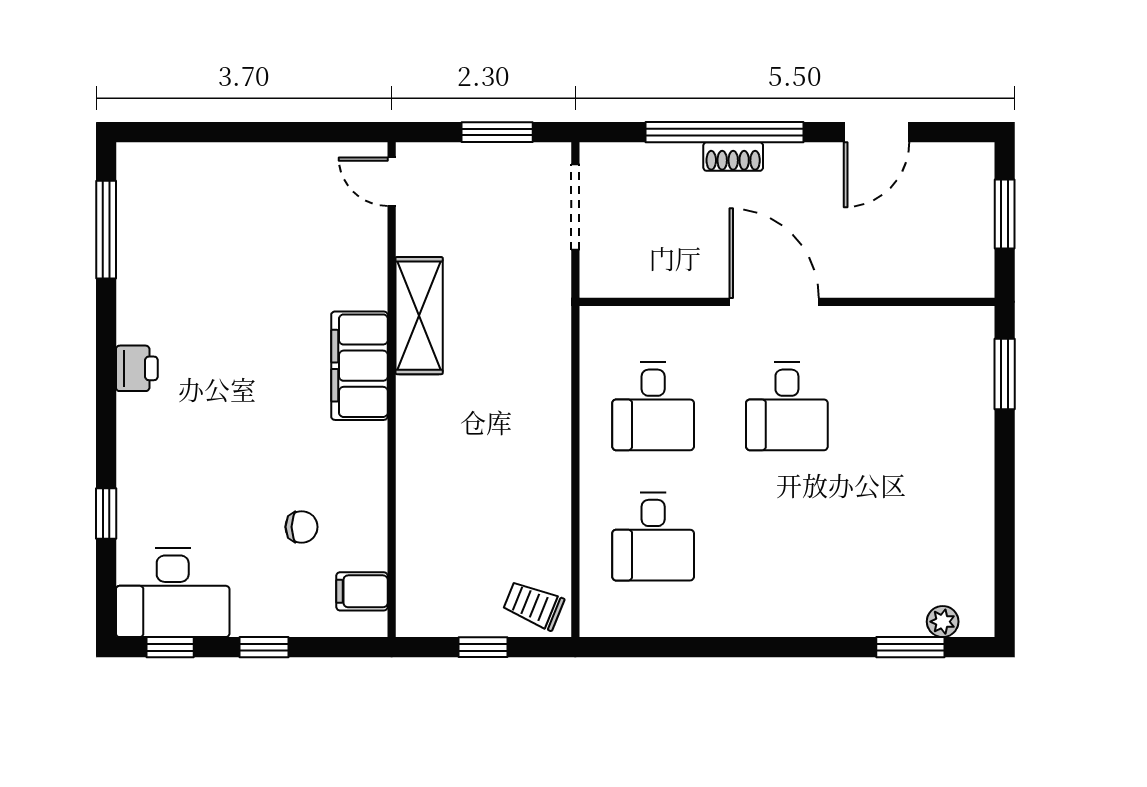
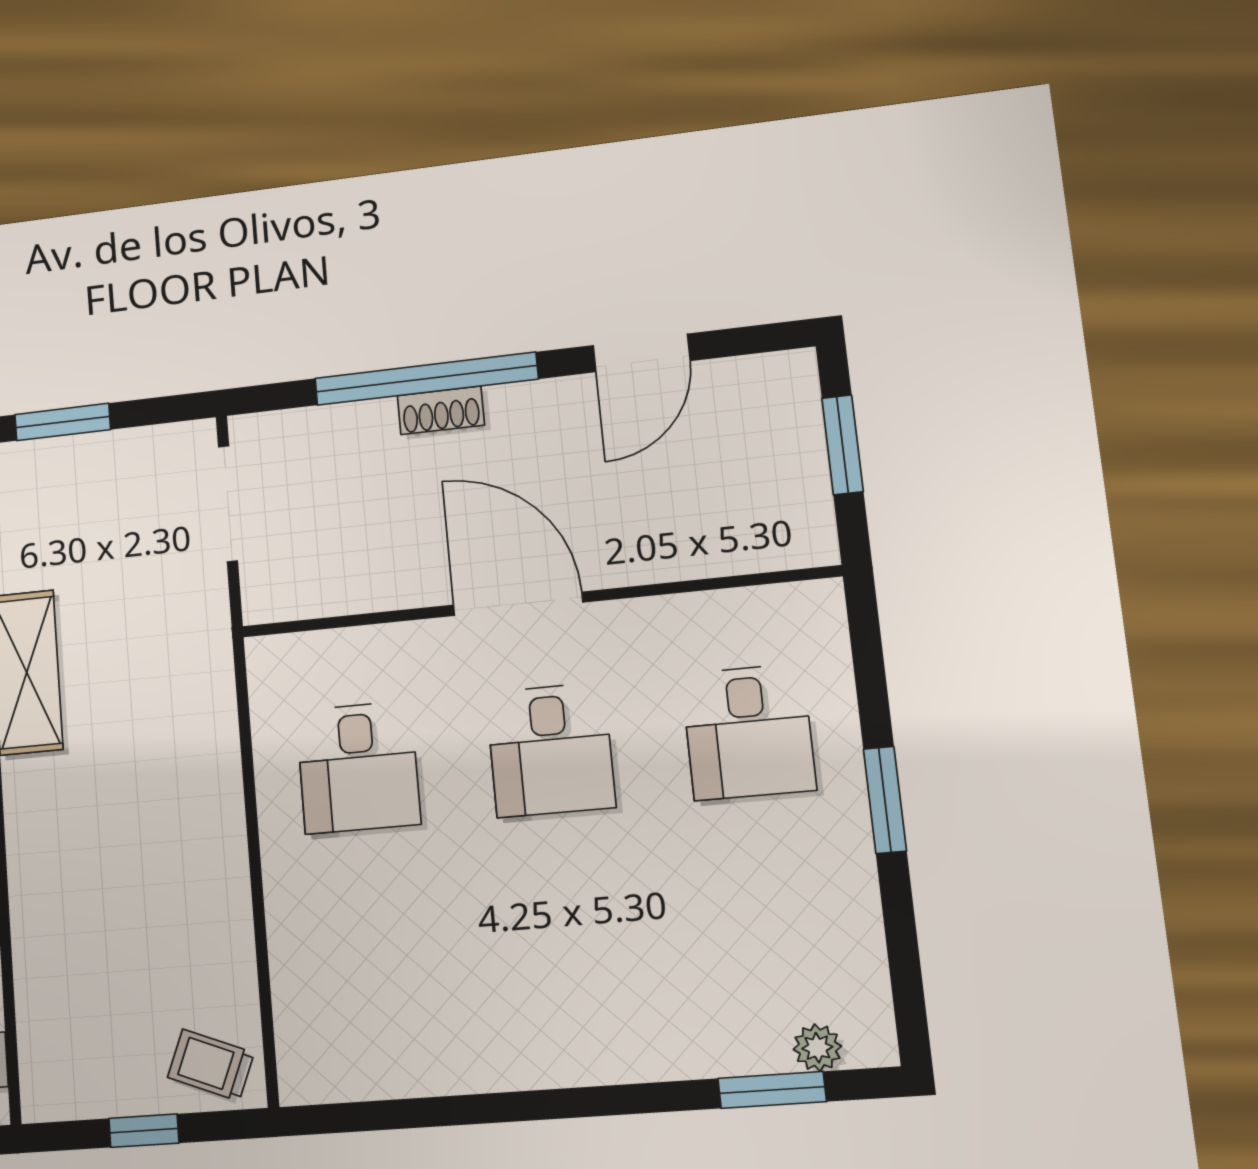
window: (497, 132) -> (63, 422), moved
window: (1005, 374) -> (885, 800), moved
desk: (653, 537) -> (748, 732), moved

